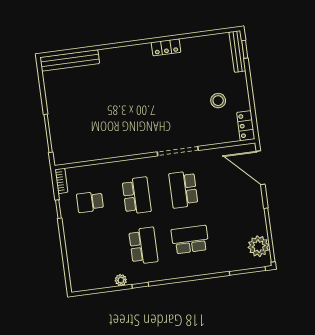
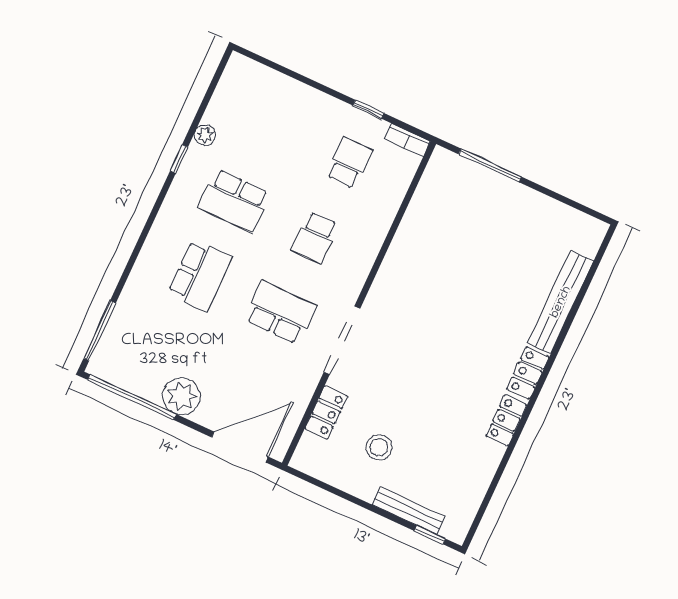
locker: (137, 51) -> (528, 373), added
bench: (237, 51) -> (409, 511), moved
bench: (70, 60) -> (561, 302), moved
locker: (246, 126) -> (326, 412), moved, turned 90
school desk: (137, 196) -> (315, 238), width x0.54
plant: (259, 246) -> (182, 396), moved

